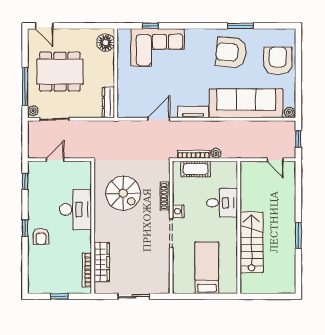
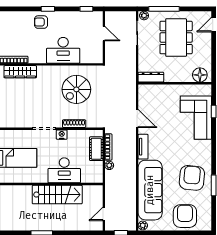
armchair: (278, 61) -> (185, 216), turned -90
desk: (222, 203) -> (64, 170), width x1.37
stairs: (252, 242) -> (57, 195), moved

